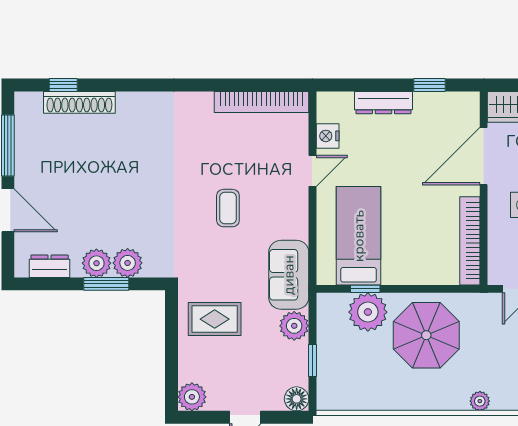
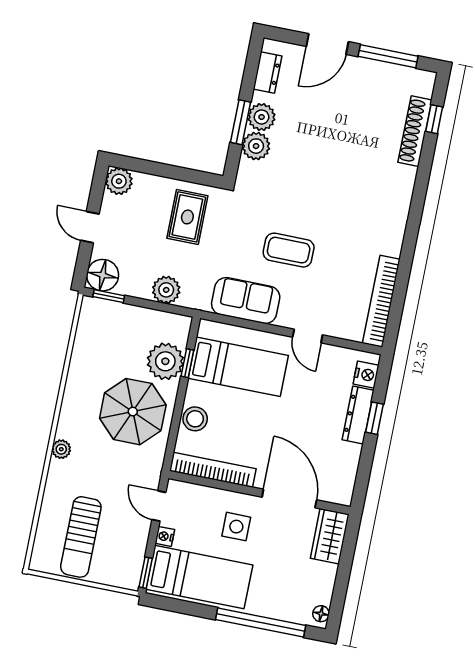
window: (429, 85) -> (374, 418), moved
nightstand: (328, 136) -> (366, 375), moved, turned 90
coffee table: (228, 208) -> (289, 250), width x1.36, depth x1.30
stool: (421, 270) -> (195, 419), added
sofa: (289, 275) -> (246, 301), moved
window: (312, 361) -> (109, 296), moved
floor lamp: (297, 399) -> (103, 275), width x1.38, depth x1.38

